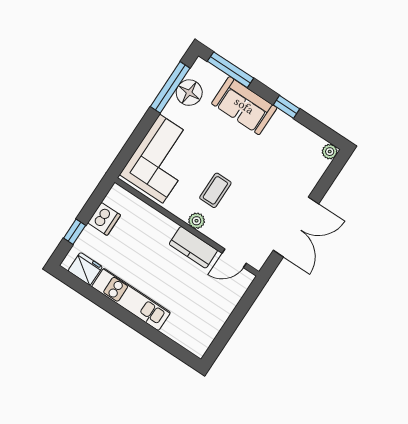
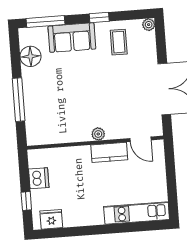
window: (170, 87) -> (19, 100), moved
corner sofa: (161, 159) -> (45, 112), removed
coffee table: (215, 190) -> (119, 42), moved
door: (234, 258) -> (140, 139), hinge flipped
kitchen unit: (131, 299) -> (137, 213), moved

